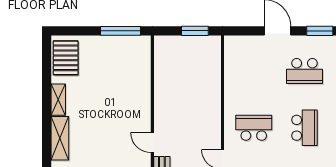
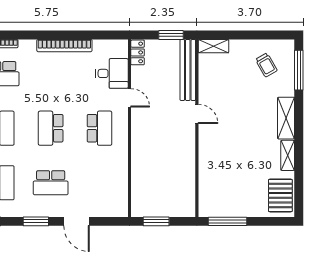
school desk: (304, 71) -> (51, 183), turned 180
school desk: (254, 128) -> (99, 128), turned -90

